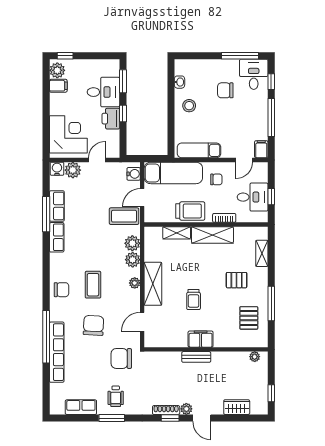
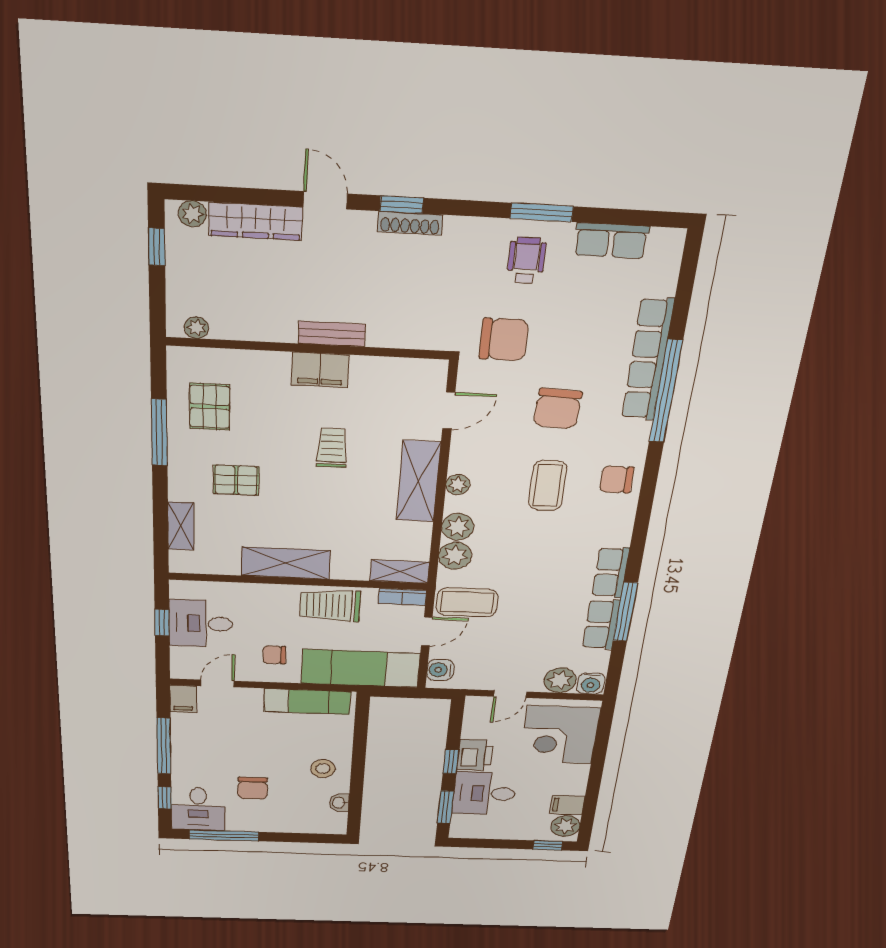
chair: (225, 90) -> (253, 788), turned 90
bookcase: (224, 218) -> (402, 597), moved
shelving: (177, 233) -> (400, 571), moved
wardrobe: (237, 407) -> (256, 221), width x1.50
plant: (186, 409) -> (192, 214), moved

